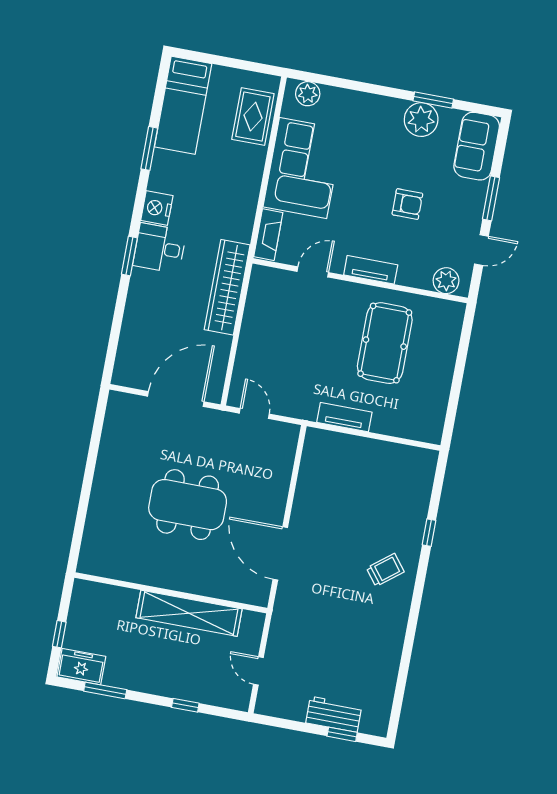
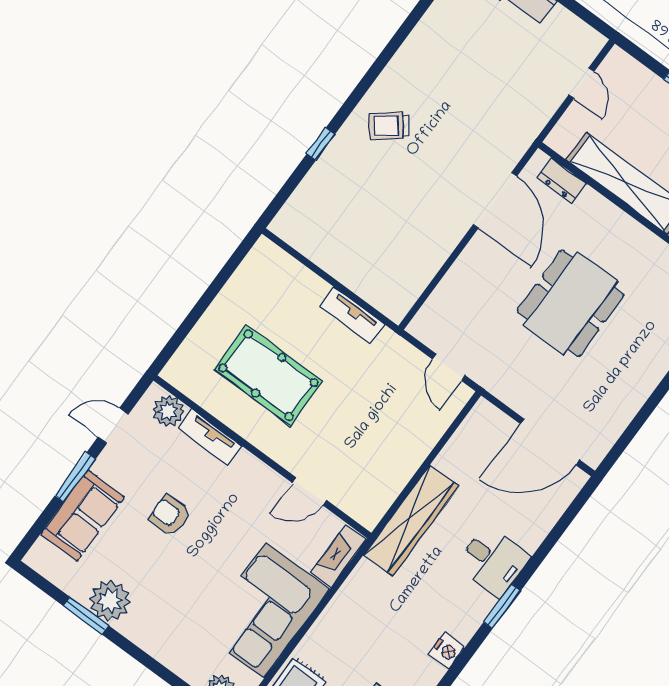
sofa: (477, 146) -> (83, 516), moved
nightstand: (157, 208) -> (447, 651), width x0.74, depth x0.75
desk: (160, 248) -> (493, 561), moved
tv unit: (371, 270) -> (210, 437), moved
pool table: (385, 343) -> (269, 375), turned 90
door: (176, 399) -> (550, 442), moved
dining table: (188, 505) -> (570, 303), turned 90
dresser: (238, 592) -> (562, 181), added

